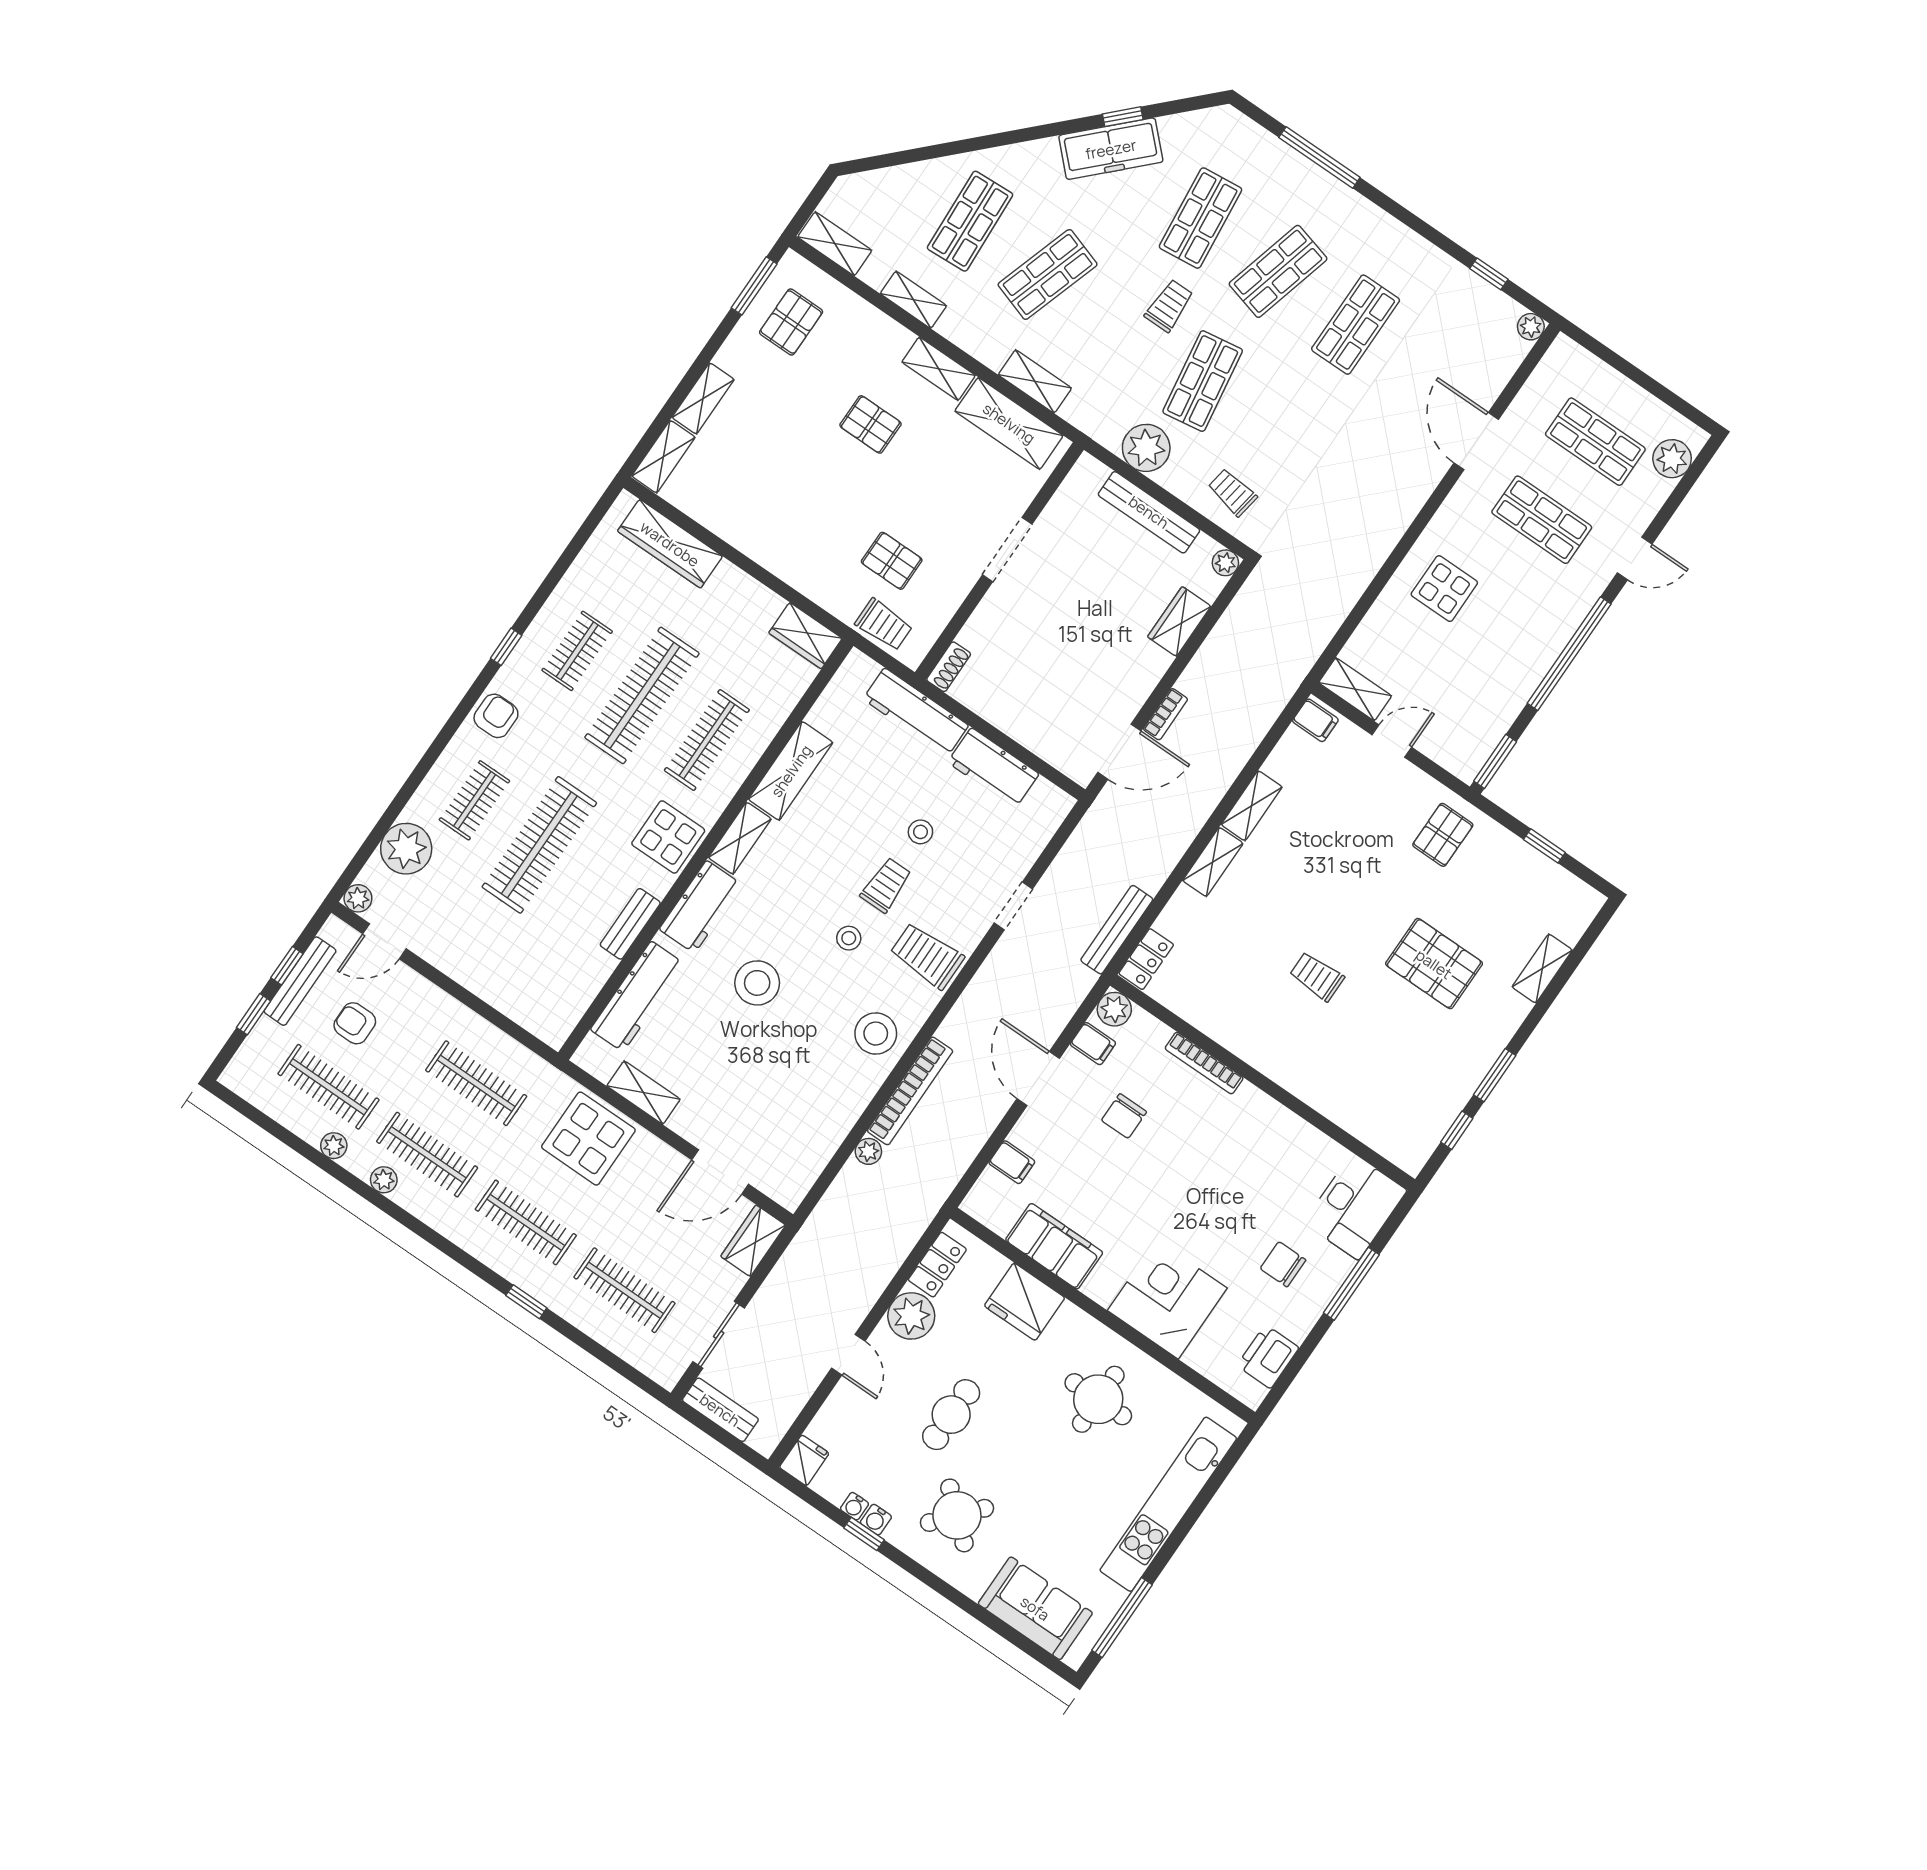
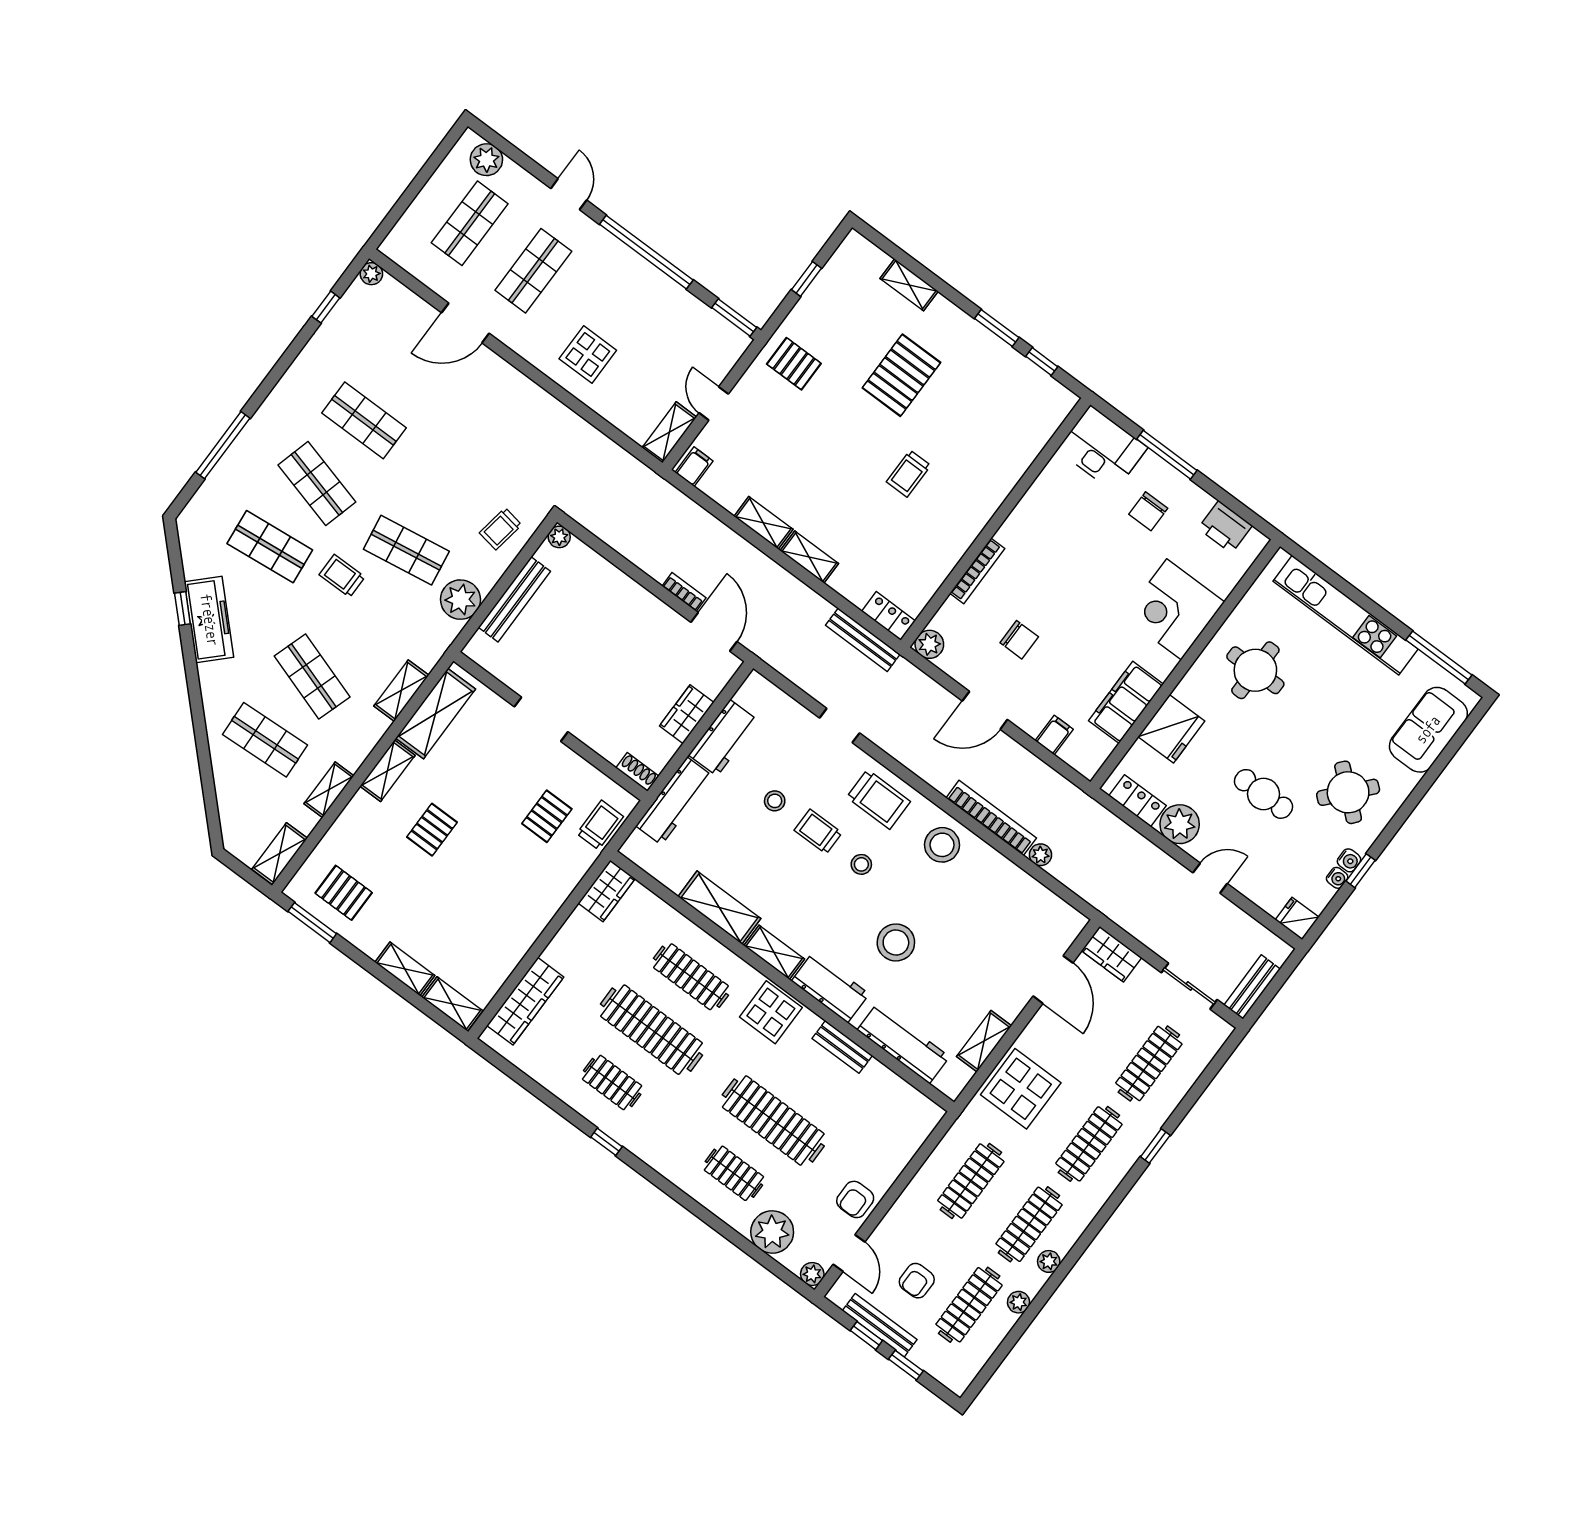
wardrobe: (1179, 621) -> (687, 714), moved, turned 90
armchair: (496, 716) -> (855, 1199), moved, turned -90
trolley: (927, 956) -> (879, 799), turned -90
filing cabinet: (1093, 1044) -> (957, 663), removed

